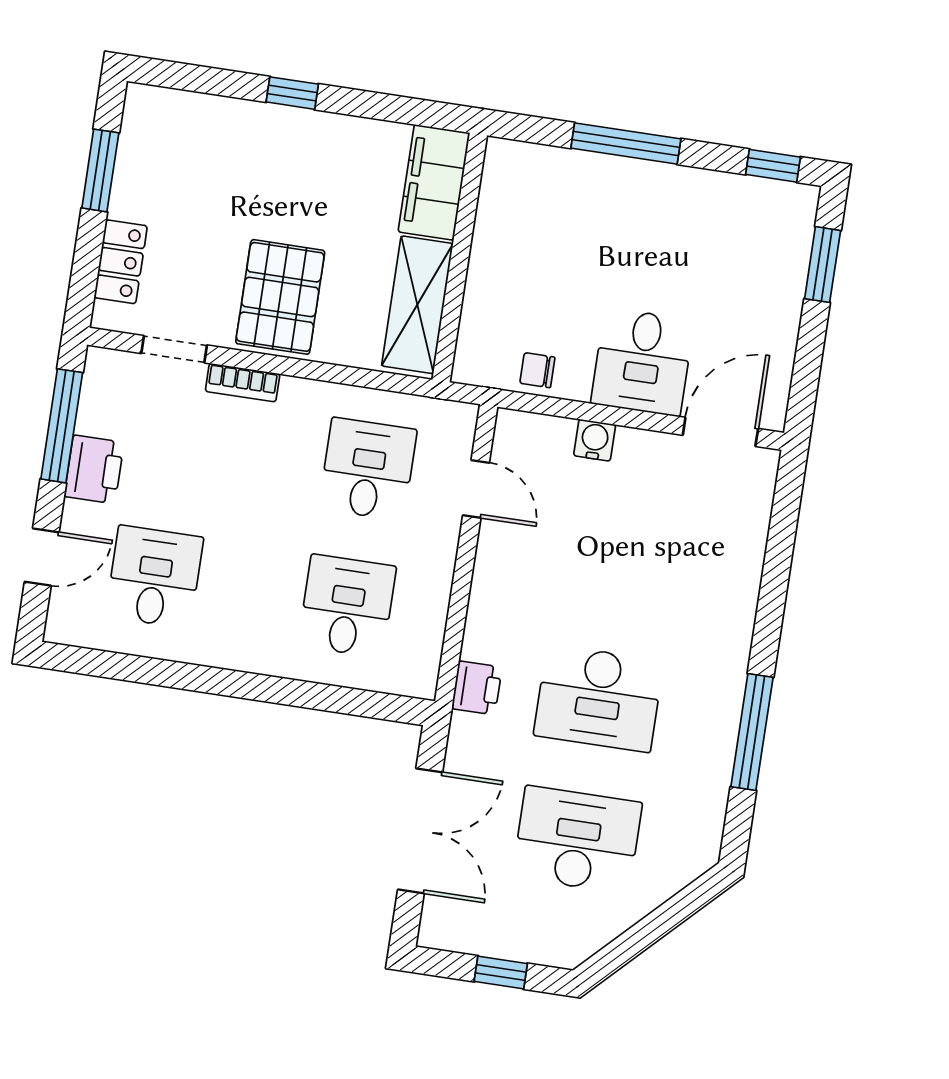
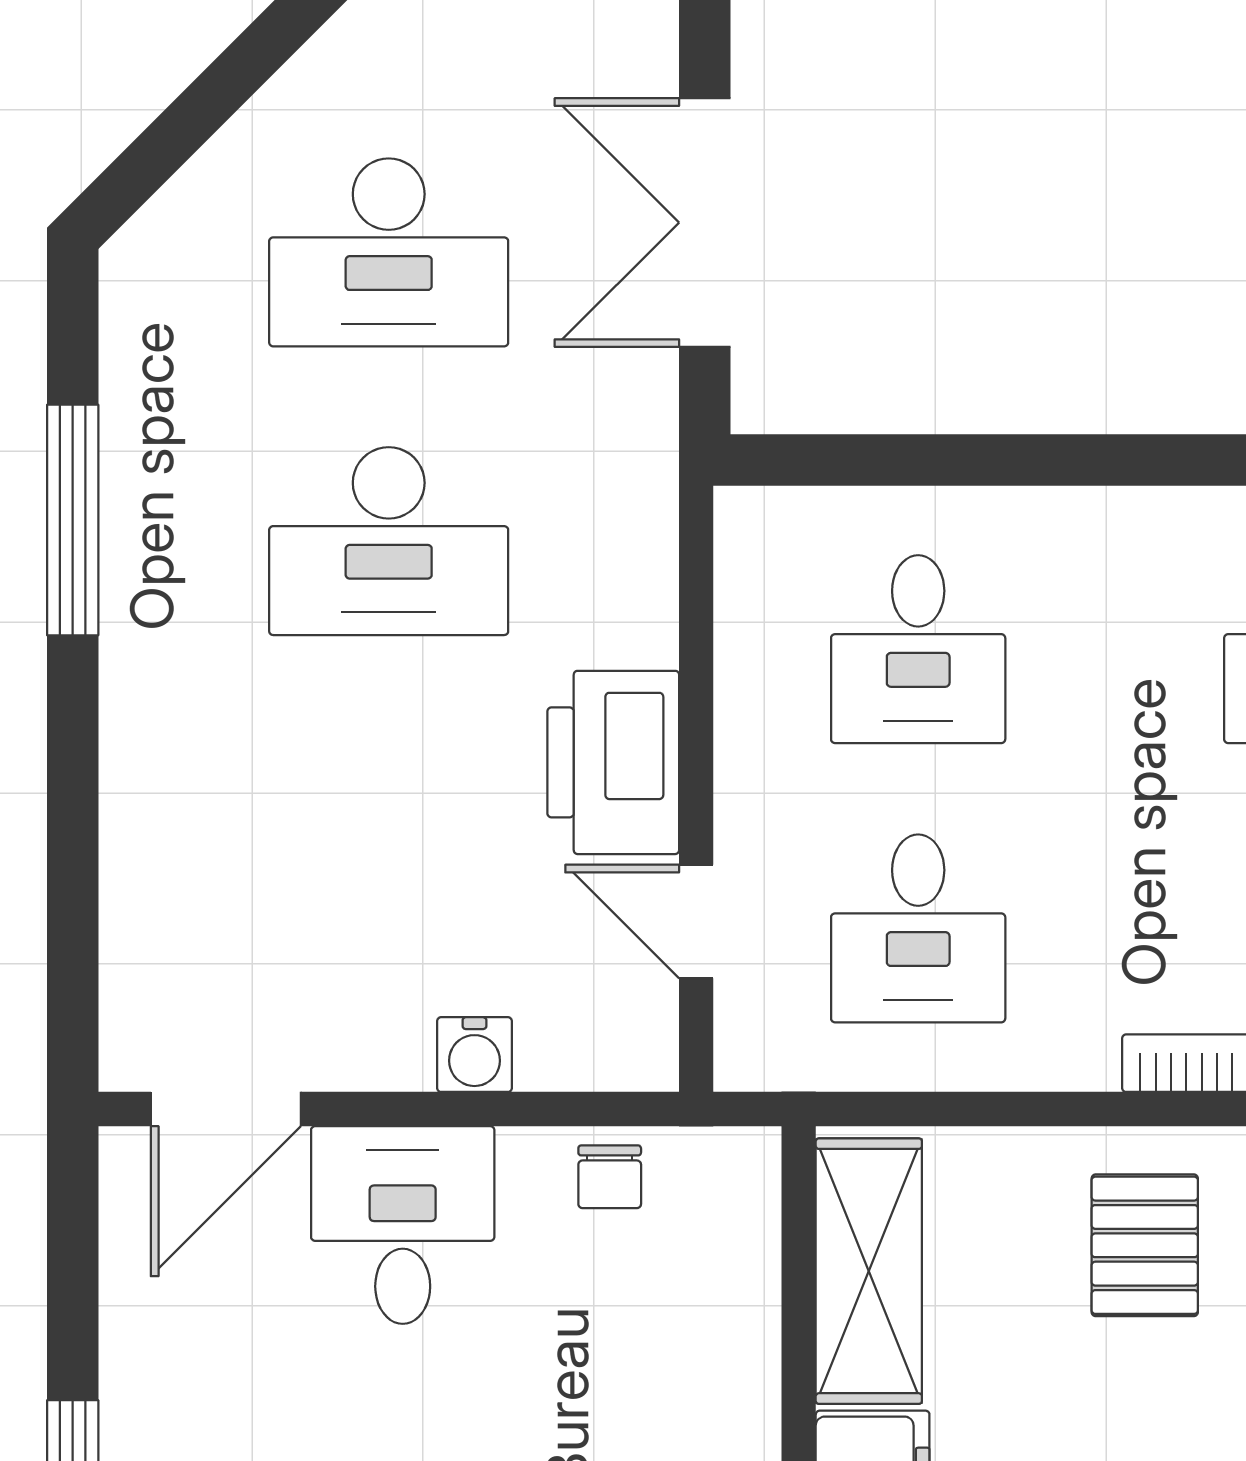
pallet: (280, 297) -> (1145, 1245), width x0.67, depth x0.71
chair: (537, 370) -> (610, 1177), turned 90
printer: (477, 688) -> (613, 762), moved, width x1.87, depth x1.48
desk: (599, 698) -> (389, 541), turned 180

